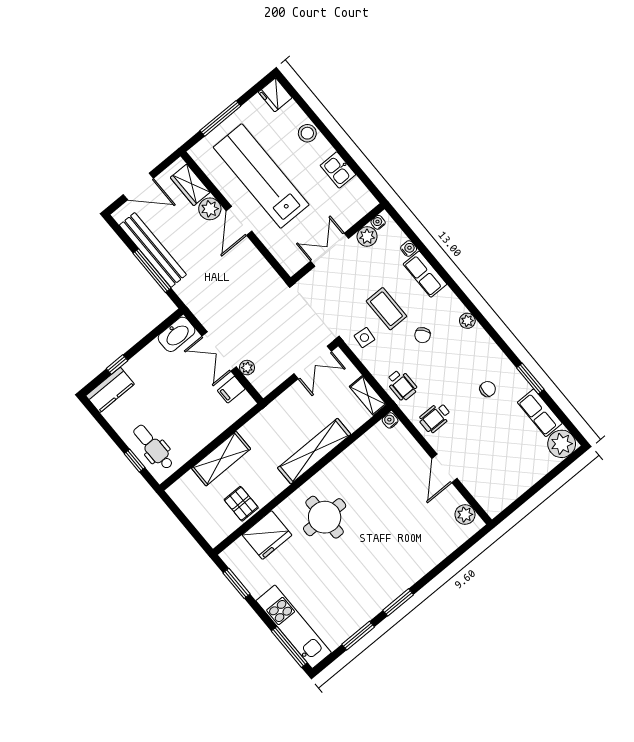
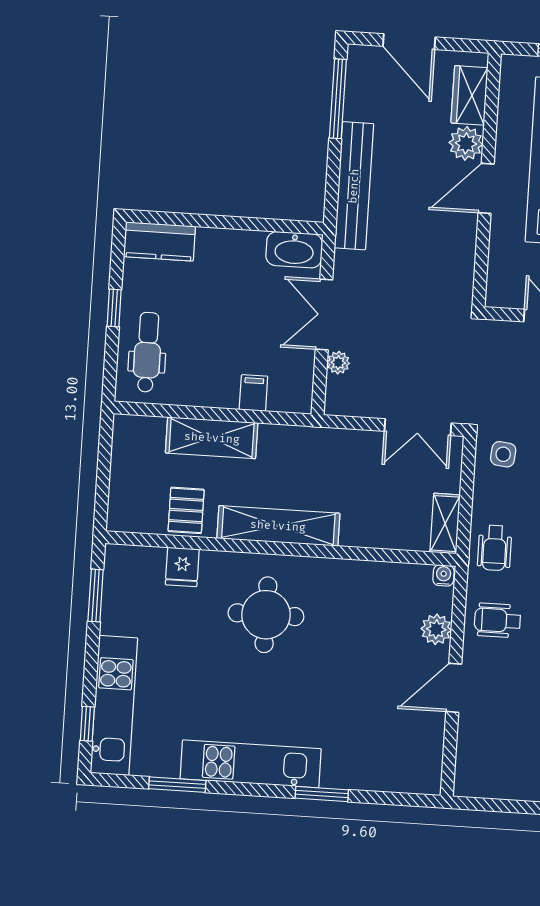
bench: (153, 250) -> (354, 186), moved
window: (152, 271) -> (338, 99), moved
window: (117, 365) -> (194, 220), removed
filing cabinet: (231, 390) -> (253, 393), moved, turned 90
shelving: (314, 451) -> (278, 526), moved
window: (135, 461) -> (114, 308), moved
plant: (465, 515) -> (436, 629), moved
fridge: (267, 535) -> (182, 567), width x0.53, depth x0.75
kitchen unit: (383, 594) -> (251, 764), added
window: (398, 602) -> (322, 794), moved
window: (289, 647) -> (87, 724), width x0.46

